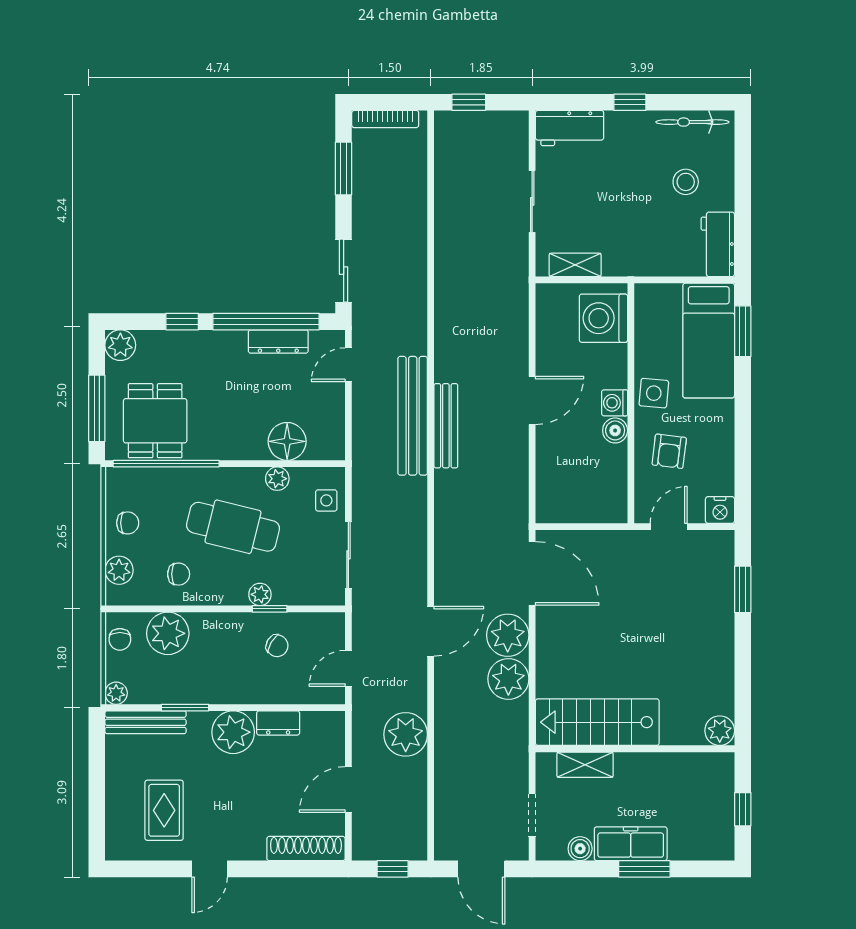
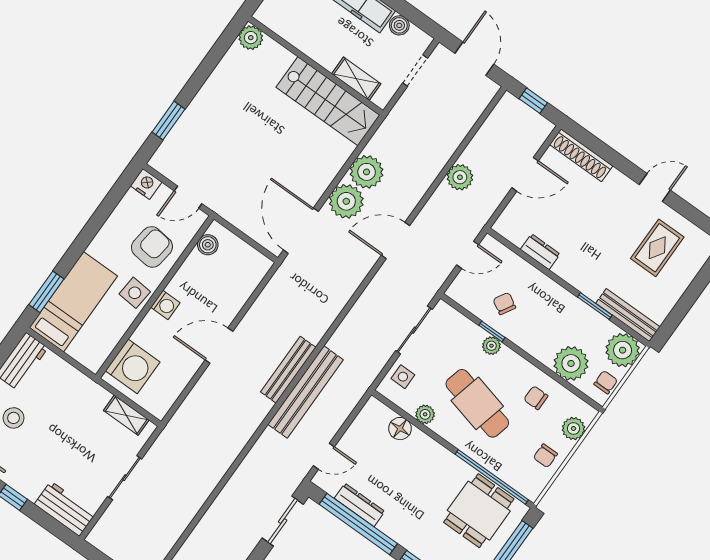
boiler: (615, 430) -> (208, 245), moved
floor lamp: (287, 441) -> (400, 429), width x0.73, depth x0.73
armchair: (669, 451) -> (152, 247), width x1.38, depth x1.38
chair: (128, 523) -> (545, 456), turned -90
plant: (116, 693) -> (623, 350), width x1.88, depth x1.88
plant: (233, 732) -> (574, 267), removed
plant: (406, 734) -> (460, 177), width x0.73, depth x0.73

